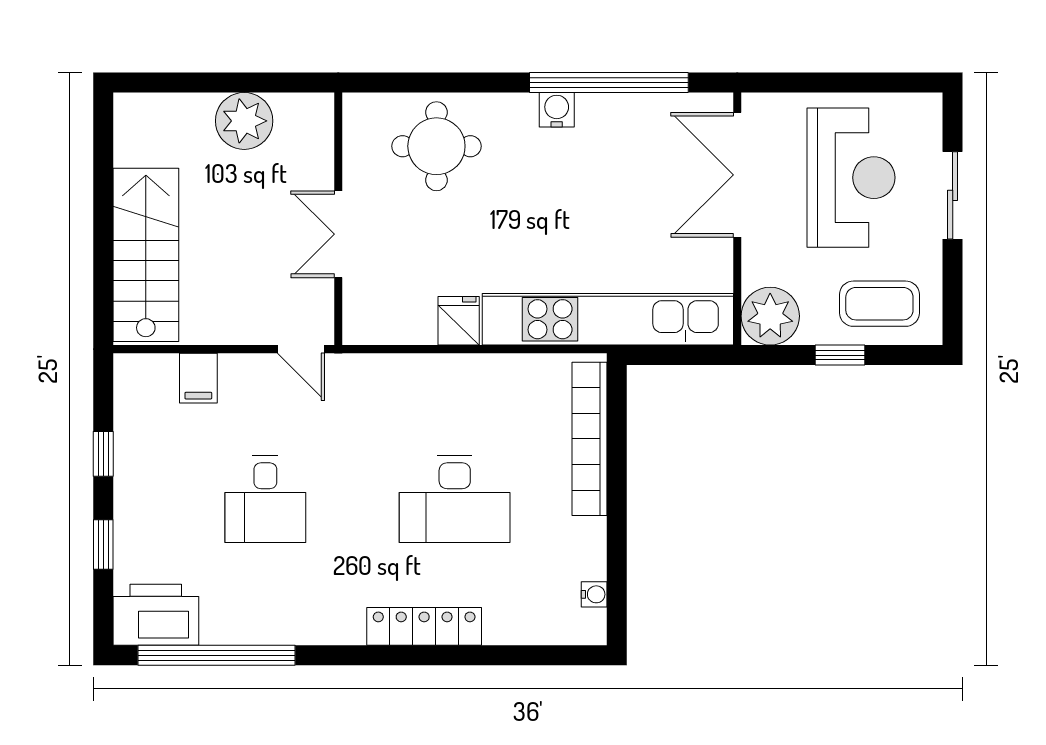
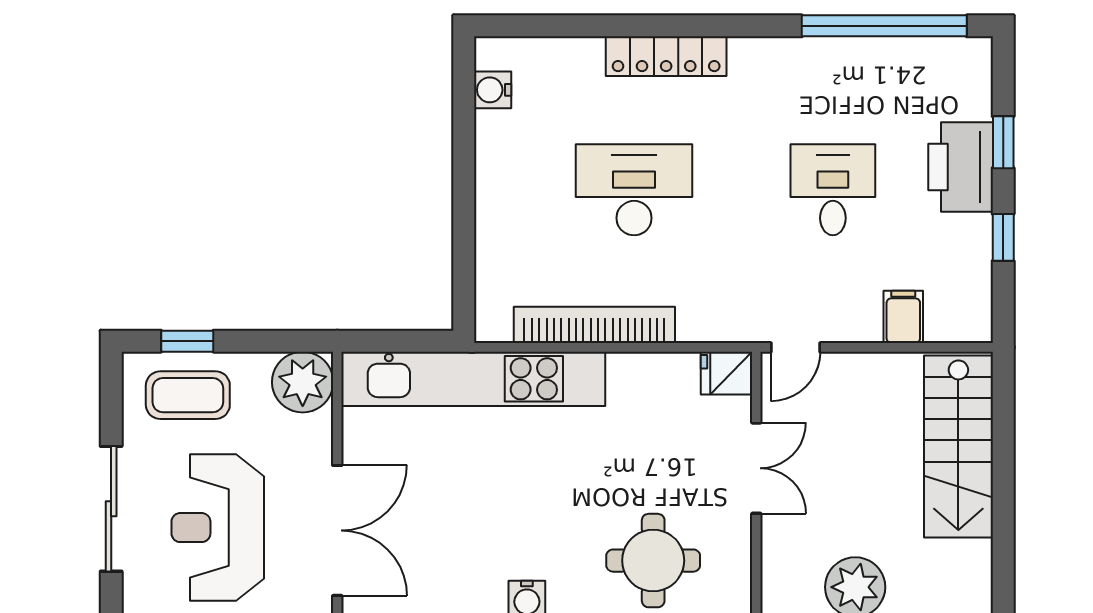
sliding door: (953, 195) -> (111, 509), width x1.37
fridge: (459, 321) -> (727, 373), moved, turned 90
door: (301, 349) -> (795, 347), swing flipped
window: (840, 355) -> (187, 341), moved
bookcase: (589, 439) -> (594, 325), moved, turned -90
water cooler: (594, 594) -> (493, 90), width x1.38, depth x1.38
printer: (156, 615) -> (961, 167), moved, turned 90

